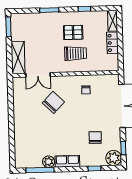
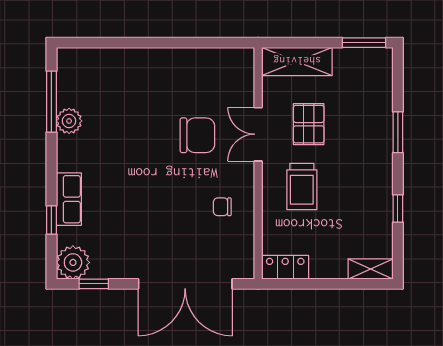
pallet: (73, 32) -> (309, 124), moved
locker: (112, 43) -> (285, 267), moved
double door: (38, 75) -> (258, 134), moved
chair: (53, 102) -> (197, 135), turned -44
chair: (95, 138) -> (118, 224), removed
row of seats: (67, 161) -> (69, 199), moved

